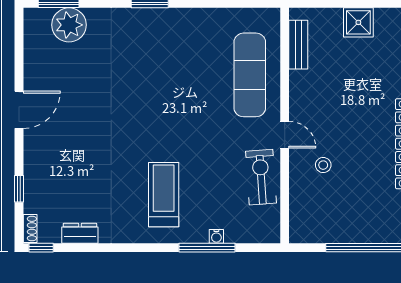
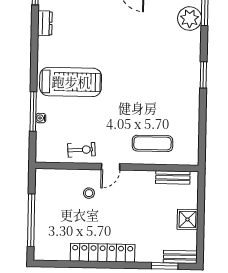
exercise mat: (250, 75) -> (152, 143), width x0.73, depth x0.69
exercise bike: (261, 177) -> (81, 150), width x0.73, depth x0.72
treadmill: (164, 195) -> (71, 82), width x1.37, depth x1.38

